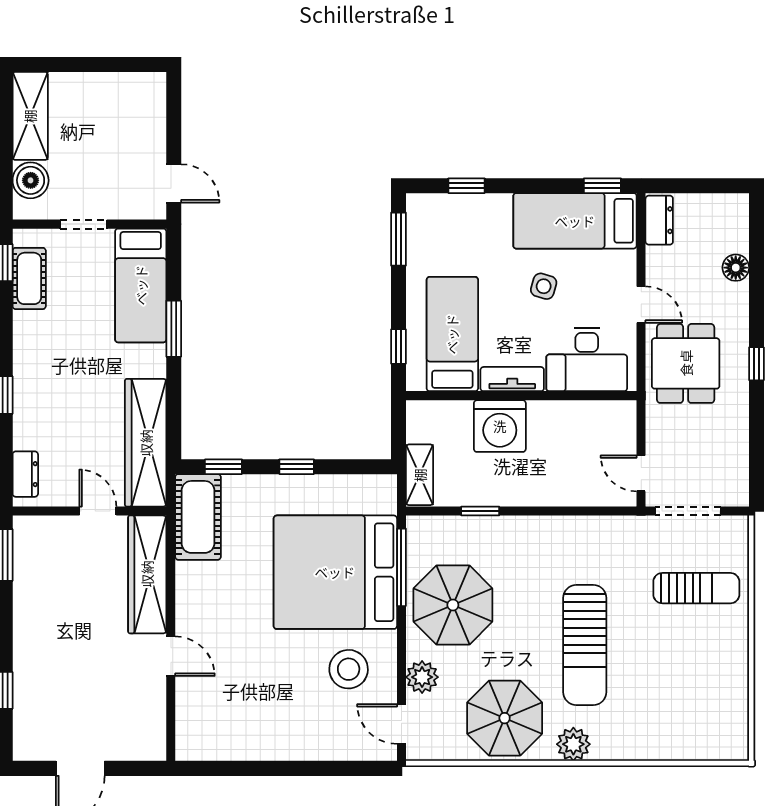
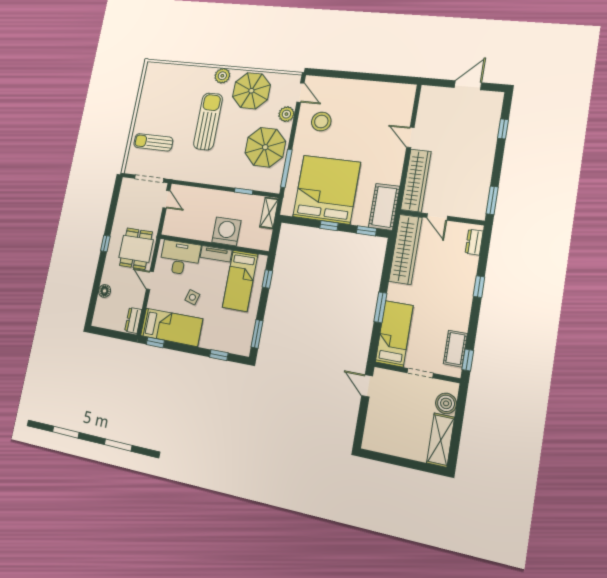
bed: (335, 572) -> (327, 190), moved, turned -90

